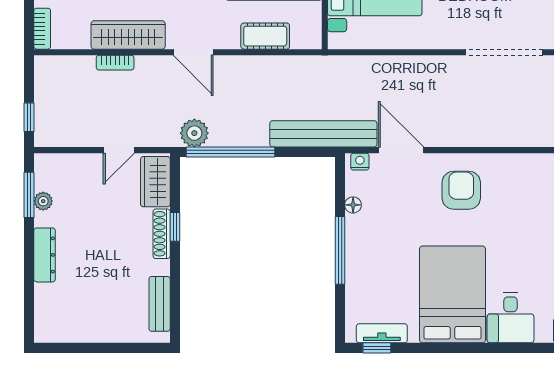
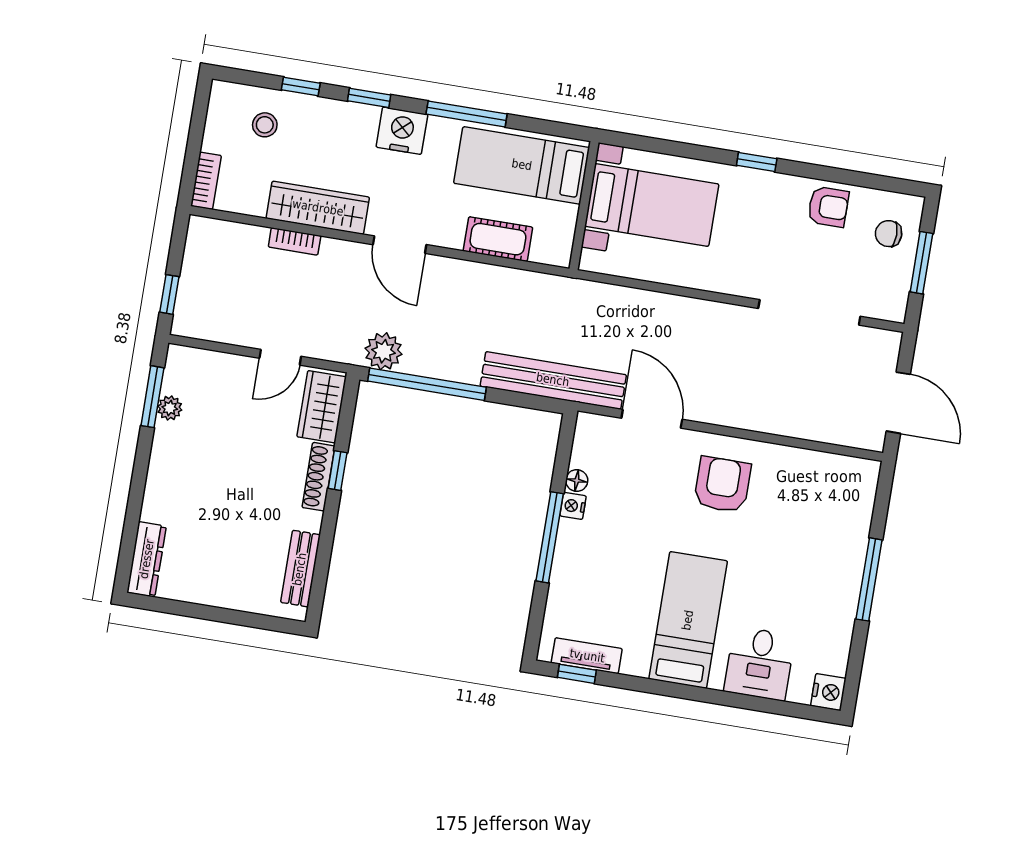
nightstand: (360, 162) -> (573, 506), moved, turned -90
dresser: (45, 255) -> (147, 559), moved
bed: (452, 294) -> (688, 620), width x0.67

